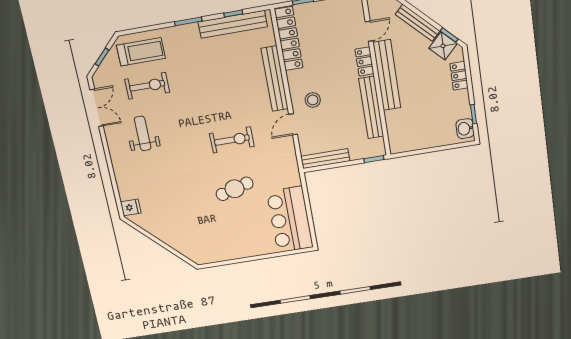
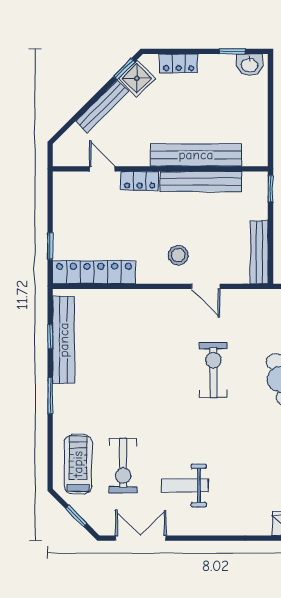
bench: (387, 75) -> (196, 155), moved
bench: (275, 79) -> (142, 299), removed
exercise bike: (147, 86) -> (123, 466), turned 180

